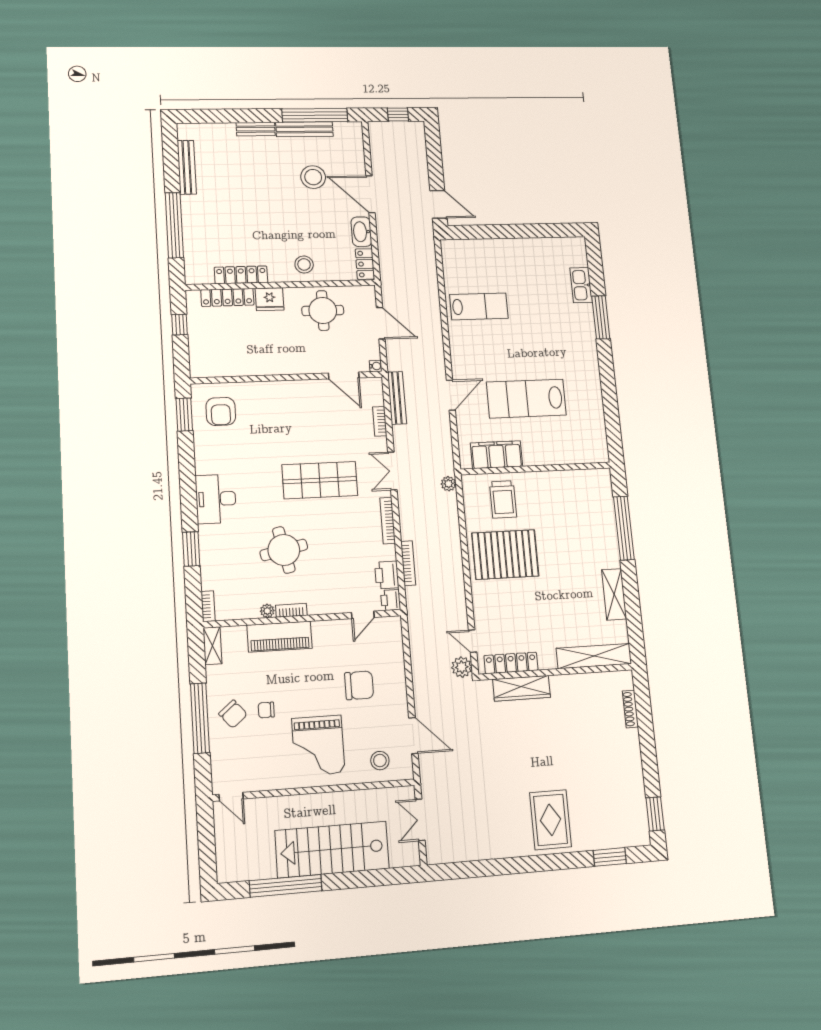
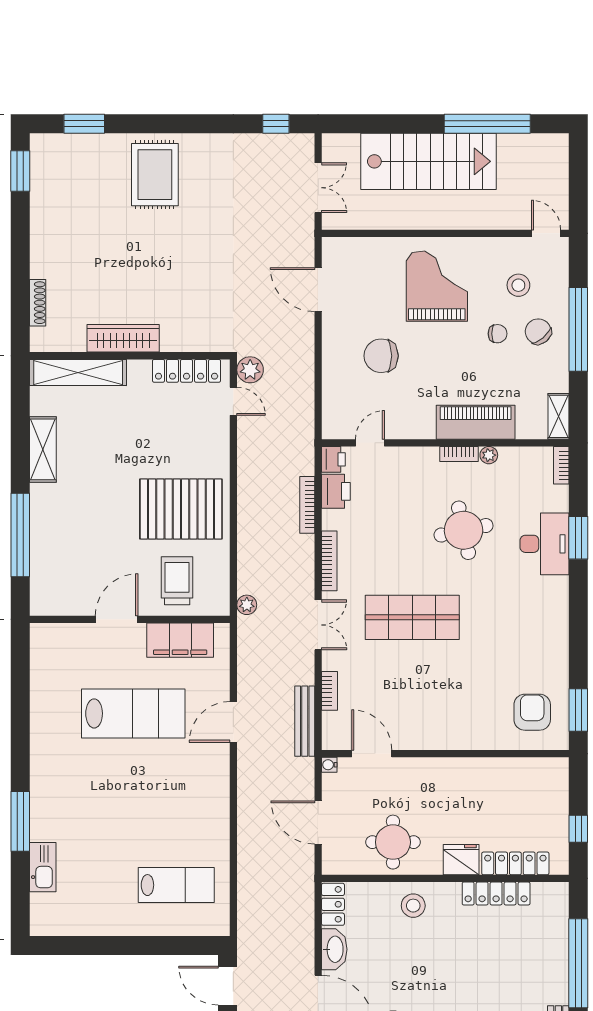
lab bench: (479, 306) -> (176, 885), moved, turned 180
door: (546, 468) -> (117, 619), added
desk: (216, 499) -> (545, 544), moved
wardrobe: (521, 688) -> (123, 338), moved
stool: (380, 761) -> (518, 285), moved
window: (458, 870) -> (276, 124), added

